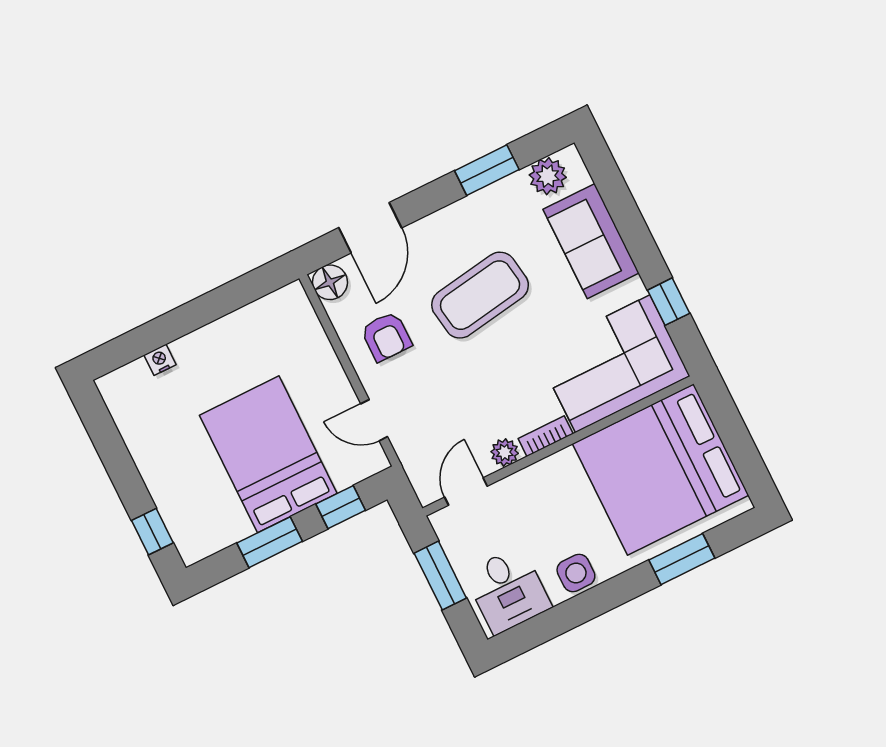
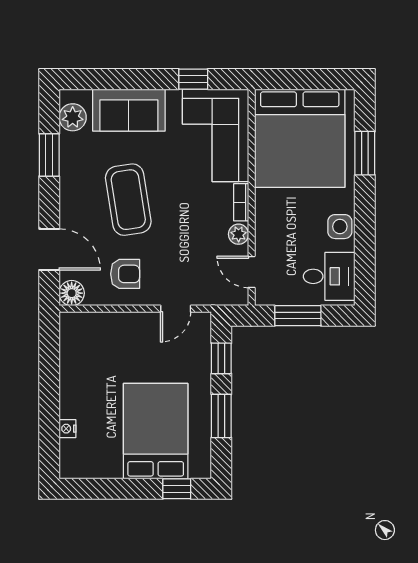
bed: (268, 454) -> (156, 431), moved, turned 90

